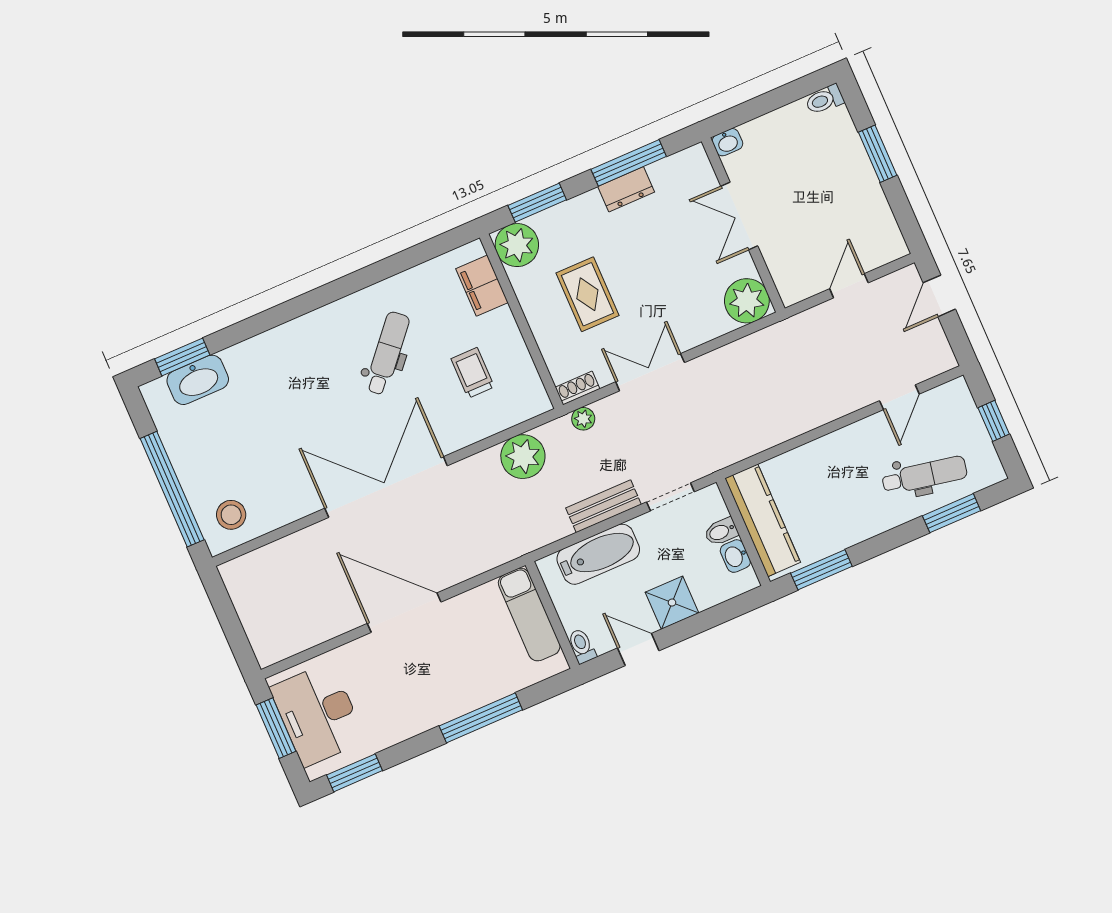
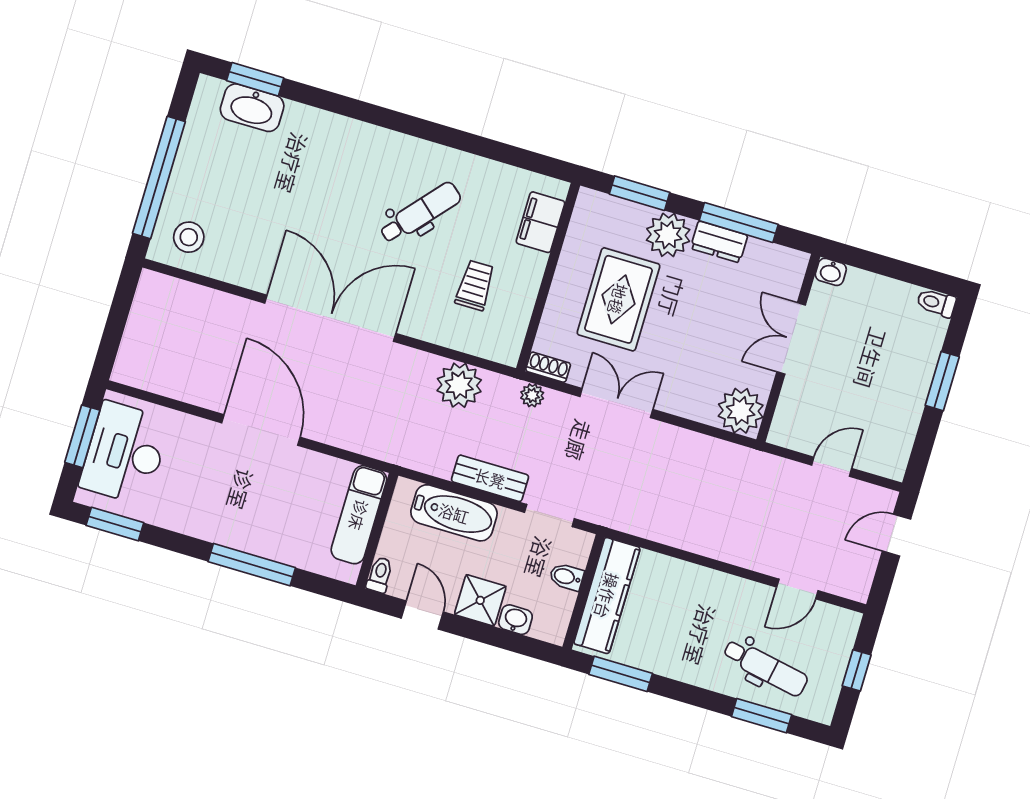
plant: (517, 245) -> (668, 235), moved
rug: (587, 294) -> (618, 299), width x1.36, depth x1.43
washbasin: (735, 556) -> (515, 620), moved, turned 90

